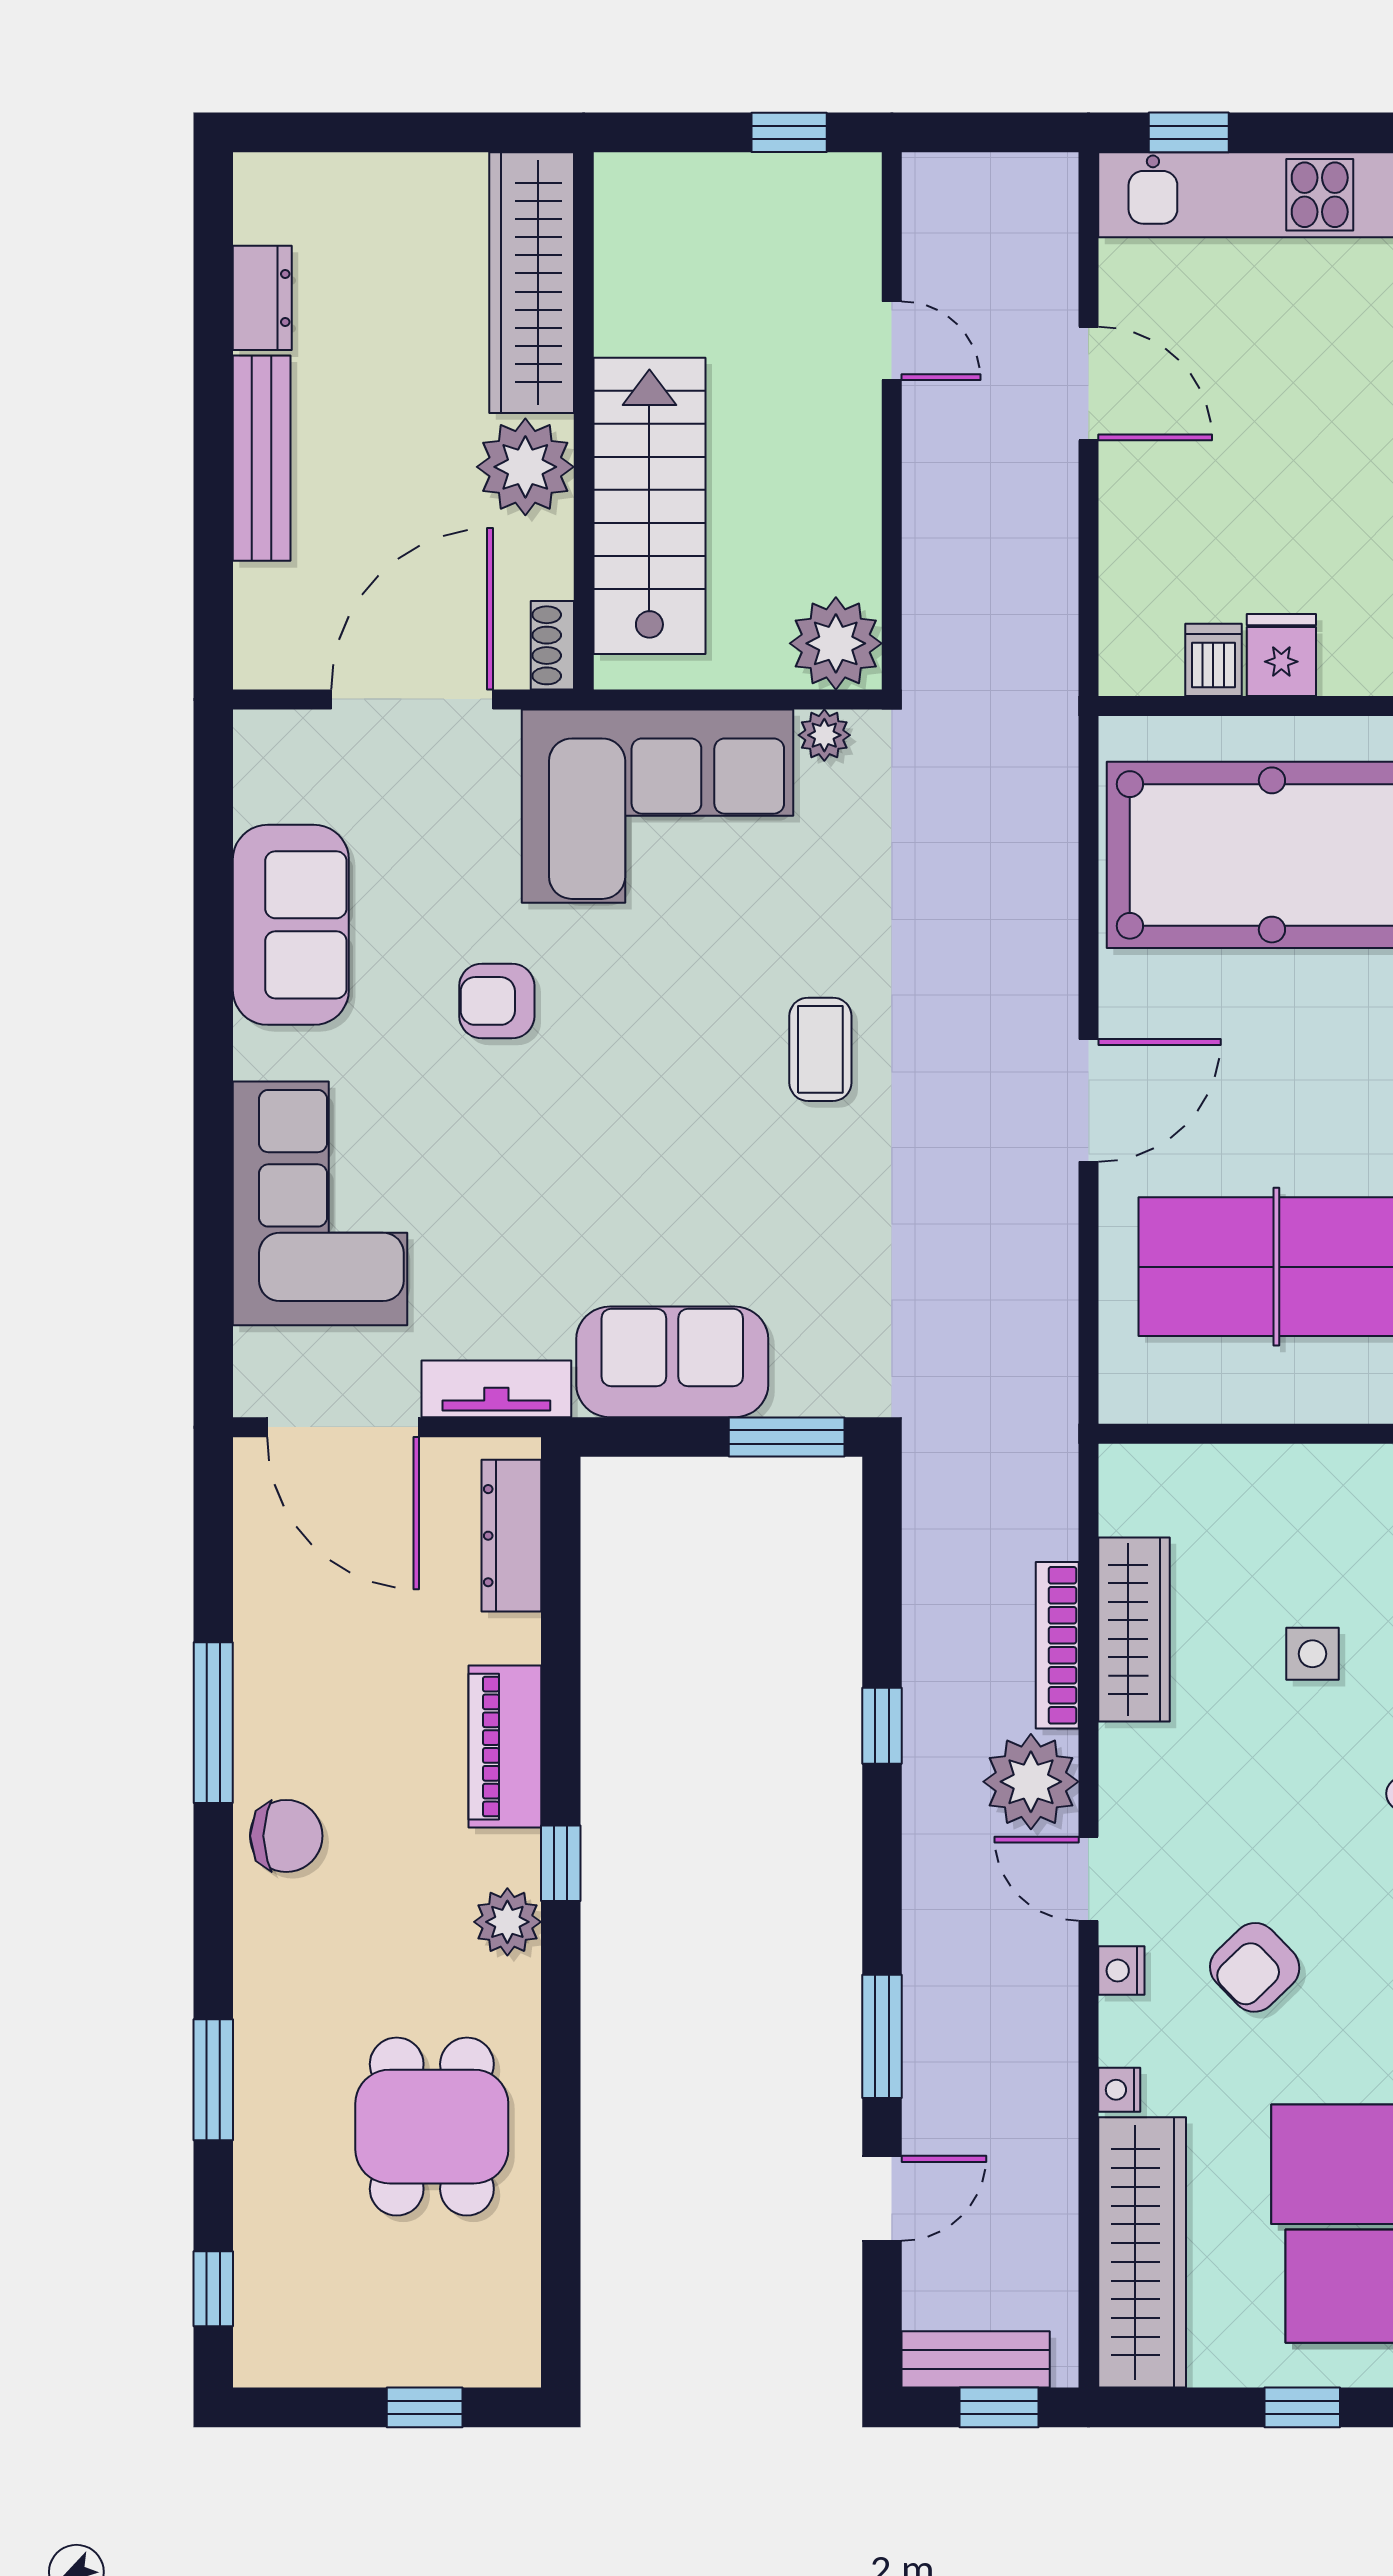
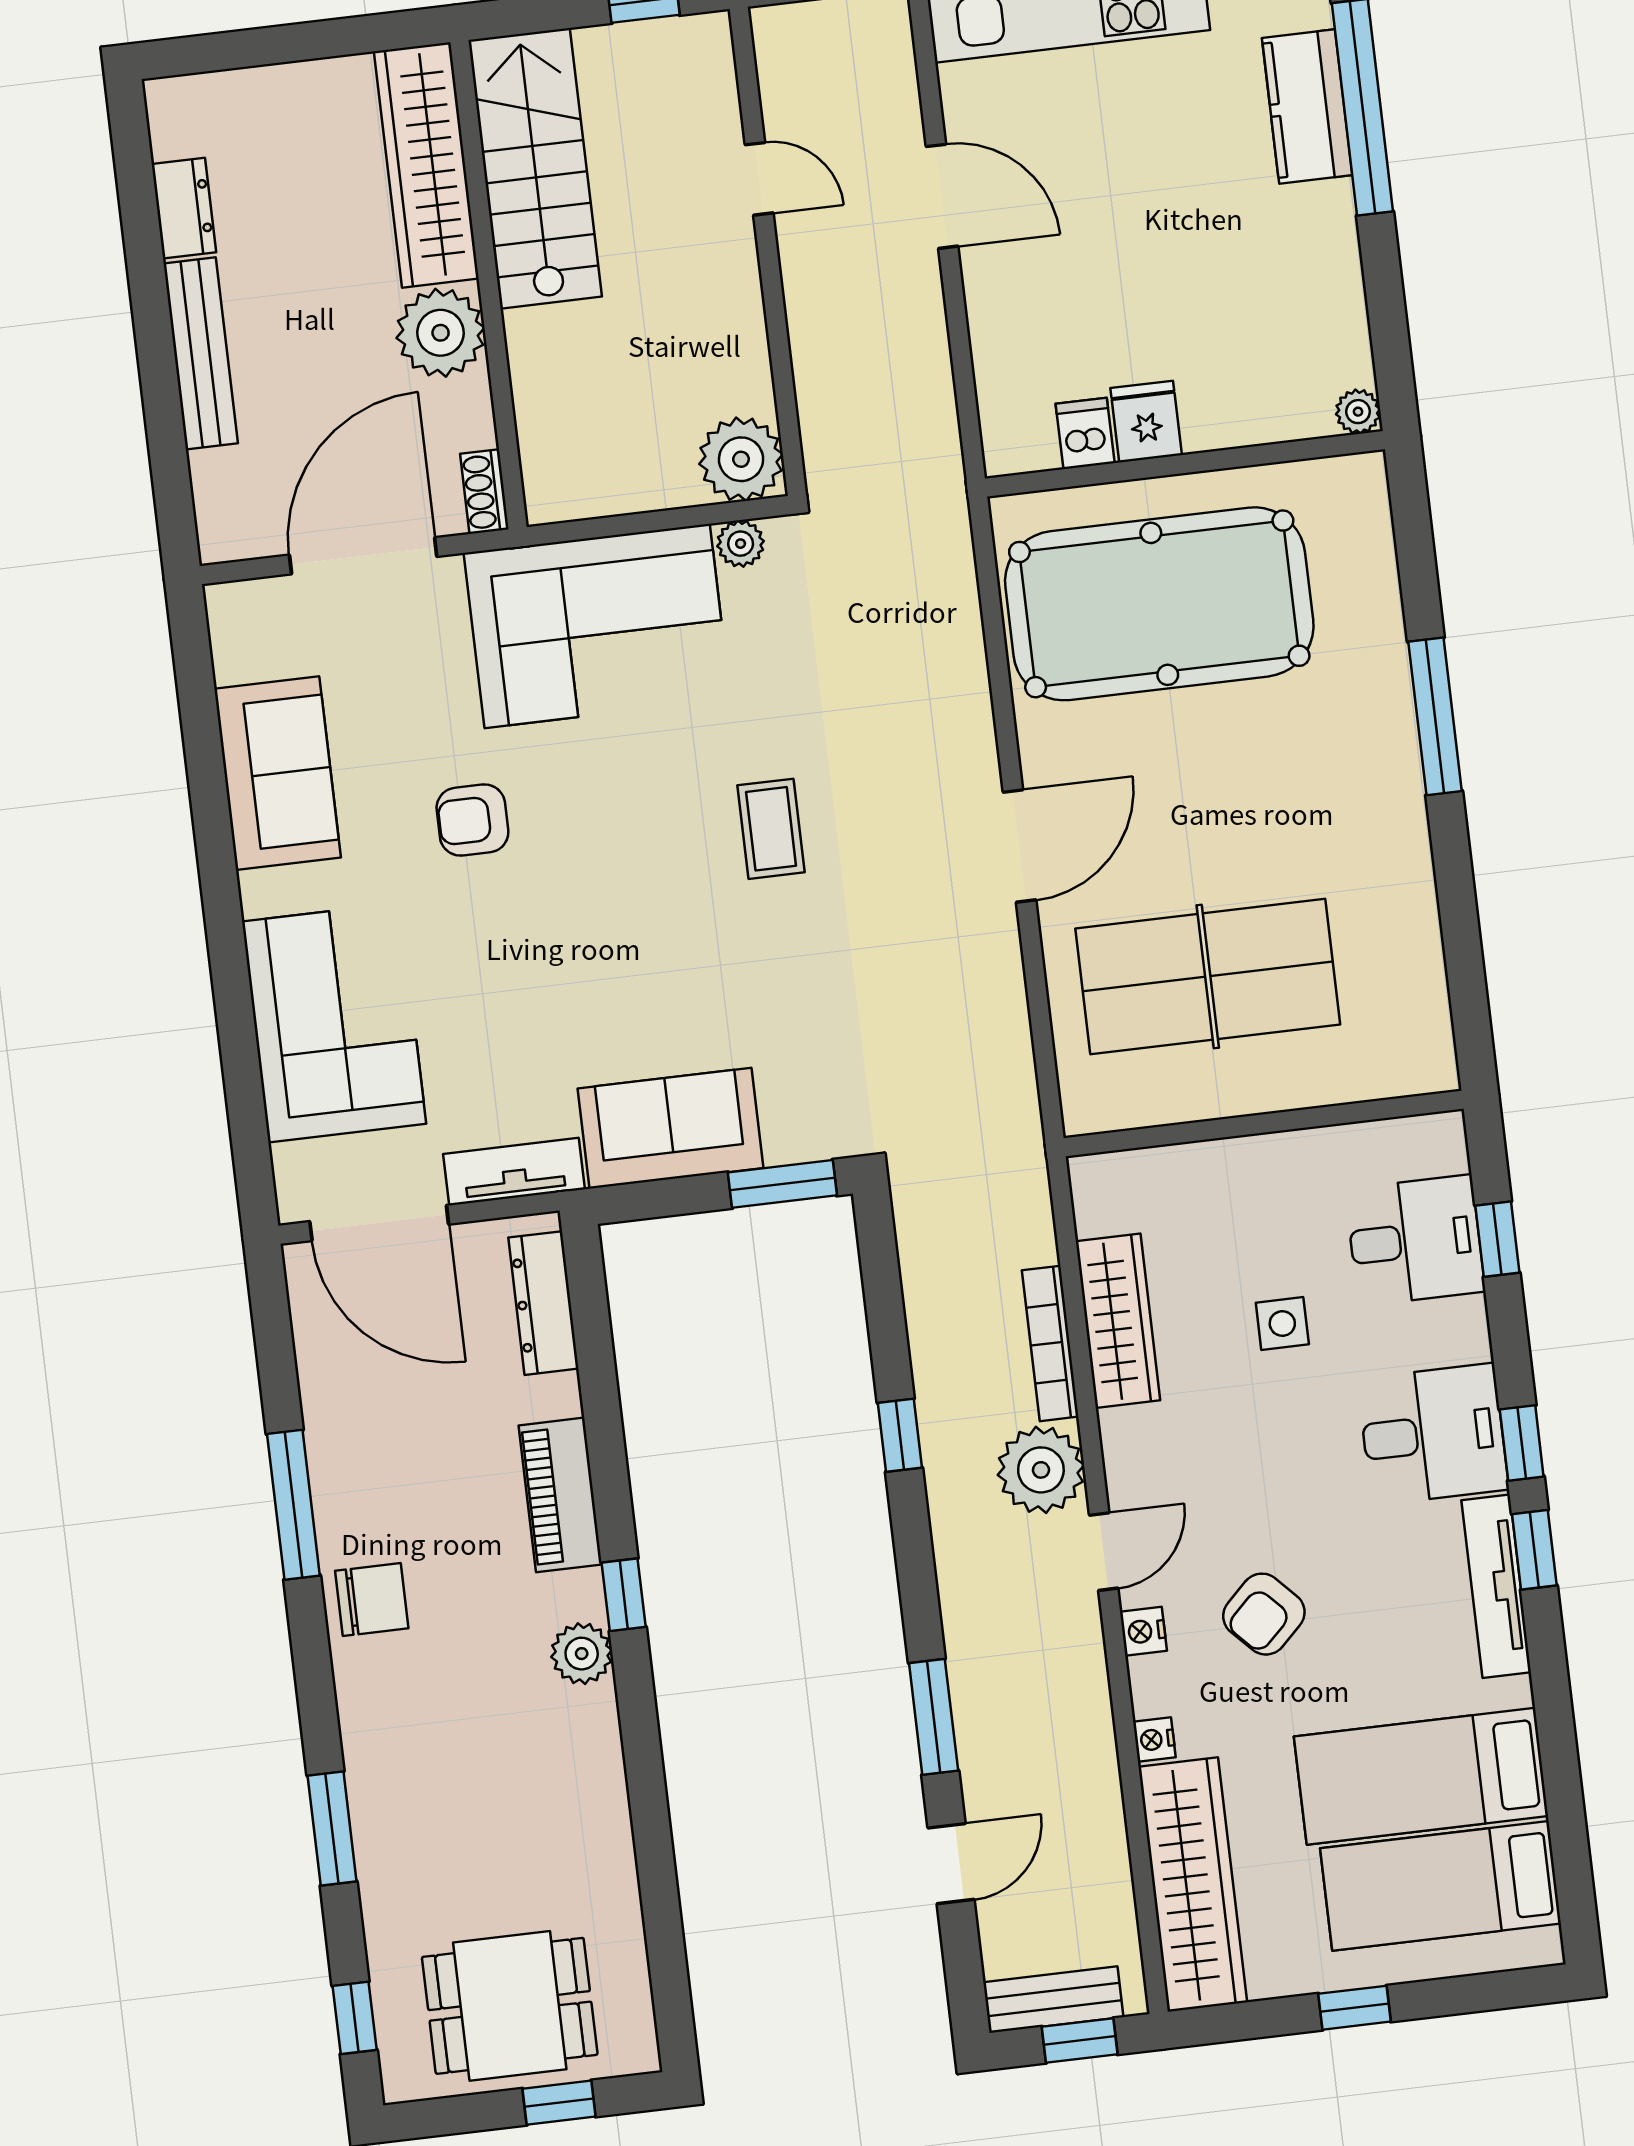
stairs: (649, 506) -> (535, 168), moved
door: (1089, 1879) -> (1104, 1552), swing flipped
dining table: (432, 2127) -> (510, 2006), moved, turned 90

